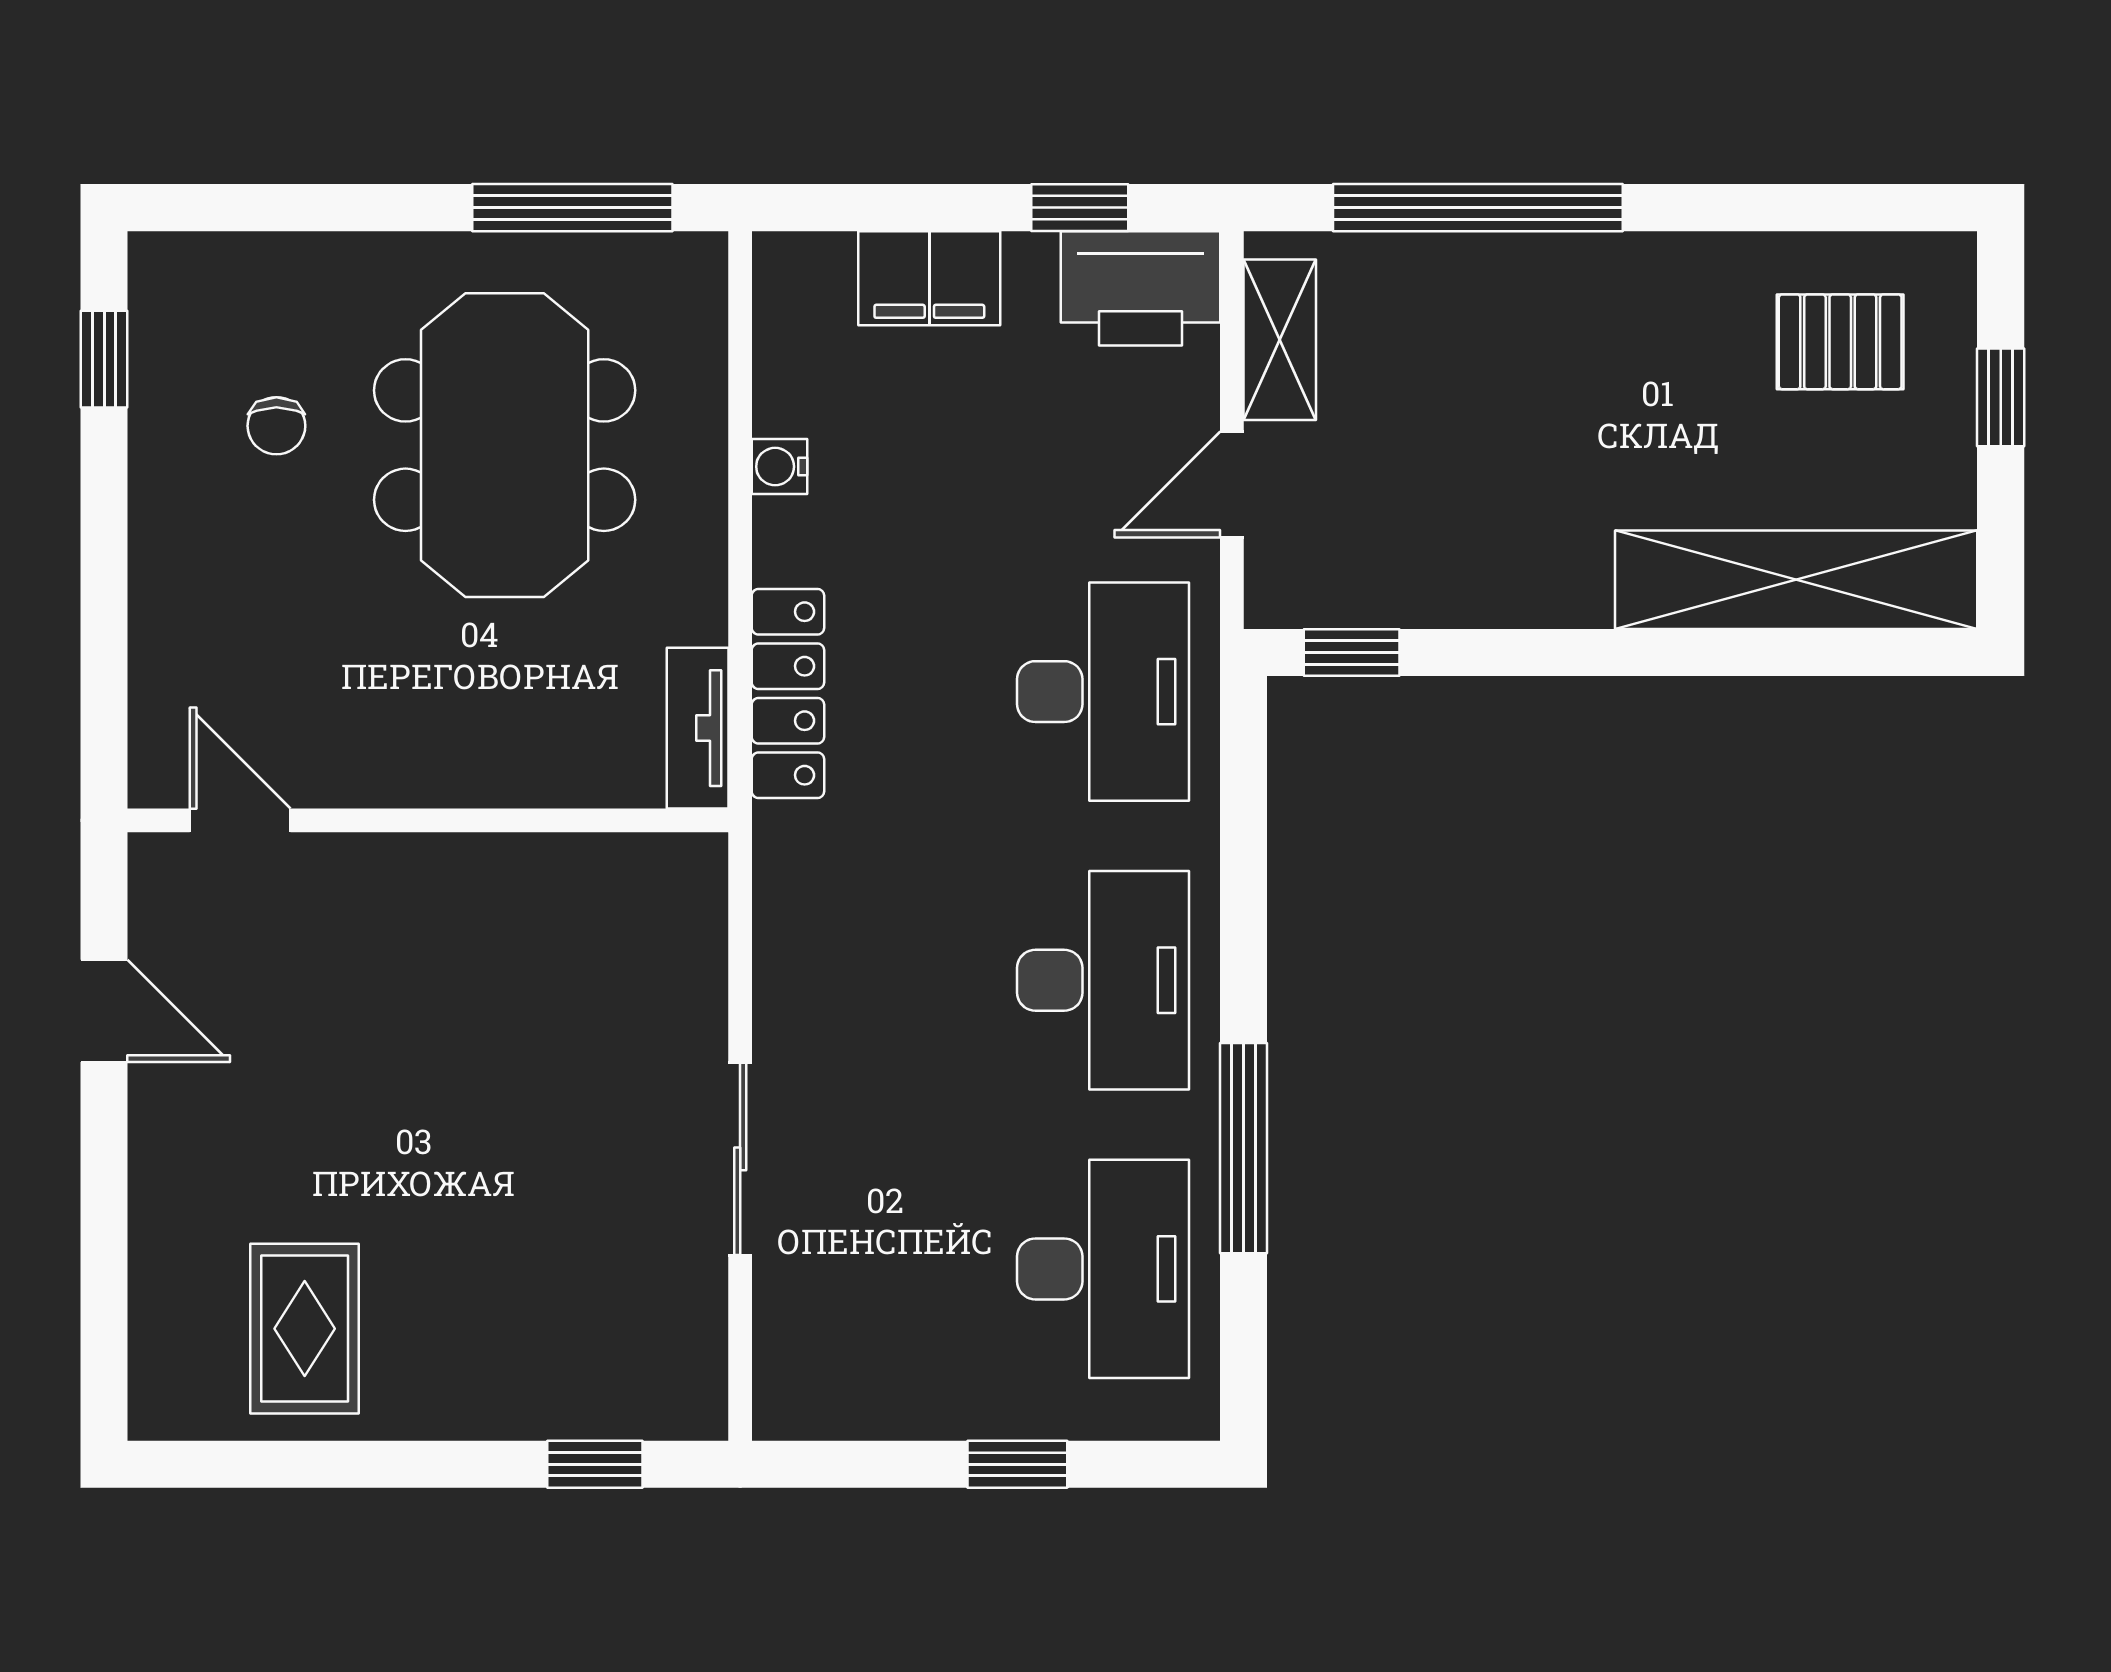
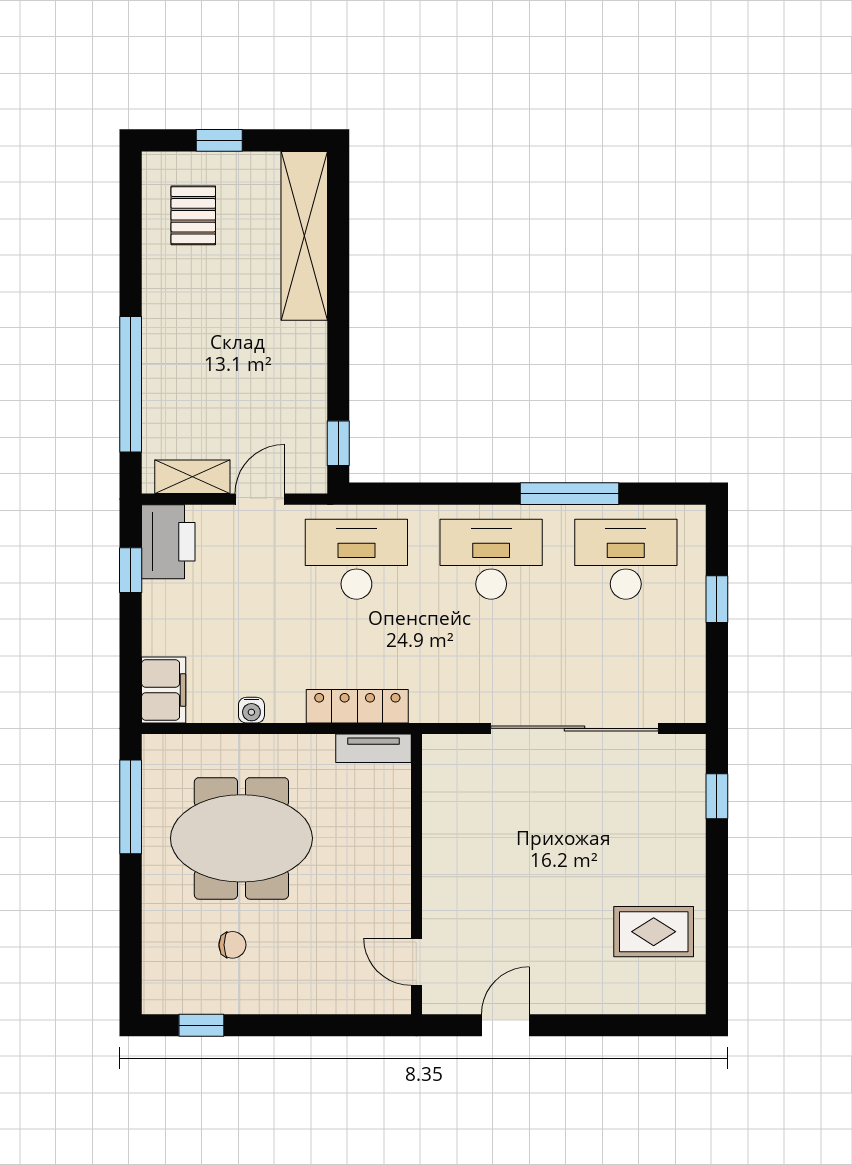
filing cabinet: (929, 278) -> (164, 690), moved
door: (1232, 484) -> (260, 499), swing flipped
door: (240, 820) -> (416, 962), hinge flipped
sliding door: (740, 1159) -> (574, 728), width x1.86

